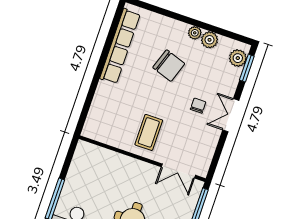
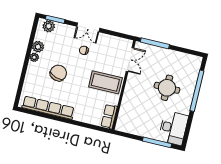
coffee table: (149, 132) -> (105, 82), width x1.36, depth x1.32
row of seats: (99, 133) -> (109, 116), added

